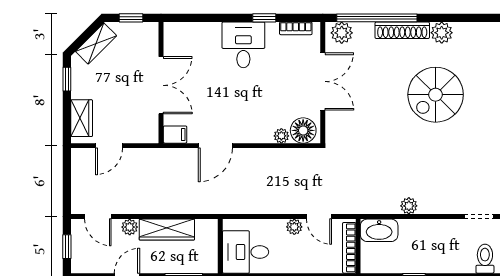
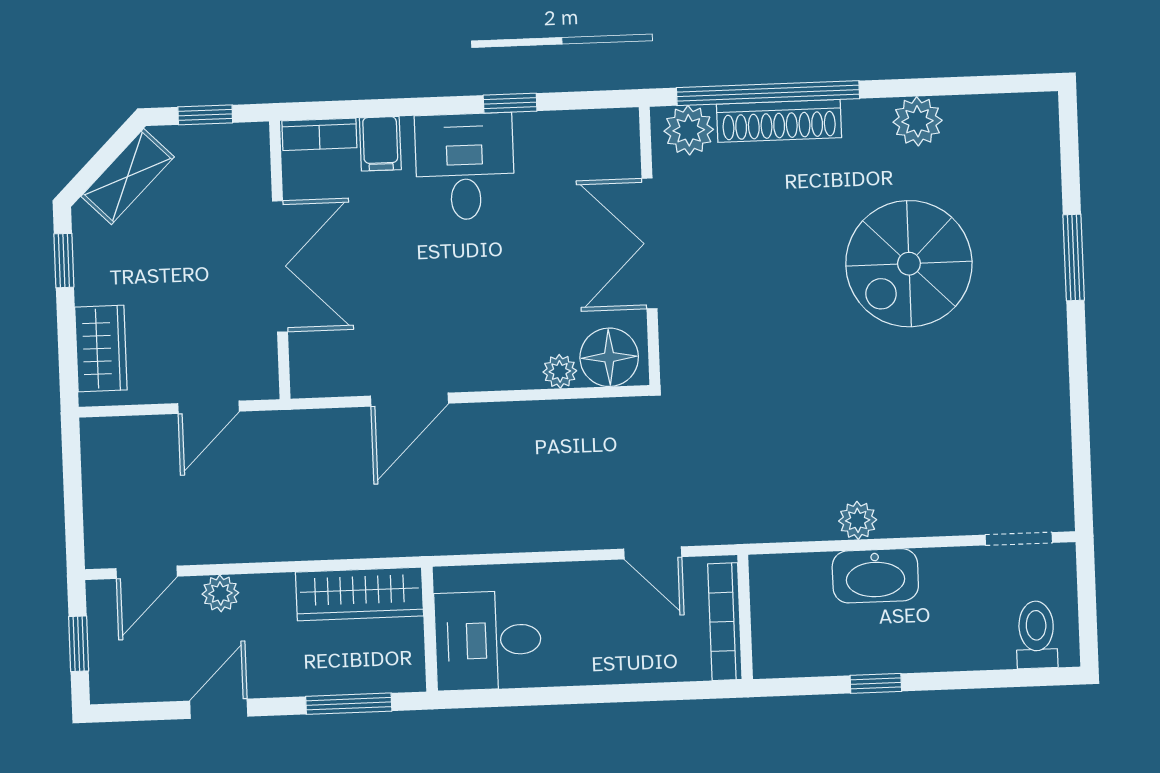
bookcase: (296, 28) -> (319, 134), moved
shoe rack: (402, 30) -> (779, 121), moved
double door: (323, 81) -> (649, 243), swing flipped
filing cabinet: (175, 135) -> (380, 144), moved, turned 90
door: (109, 146) -> (209, 407), moved
door: (98, 217) -> (147, 572), hinge flipped
plant: (294, 227) -> (597, 578), removed
wardrobe: (167, 230) -> (359, 594), moved
washbasin: (379, 230) -> (875, 576), moved

